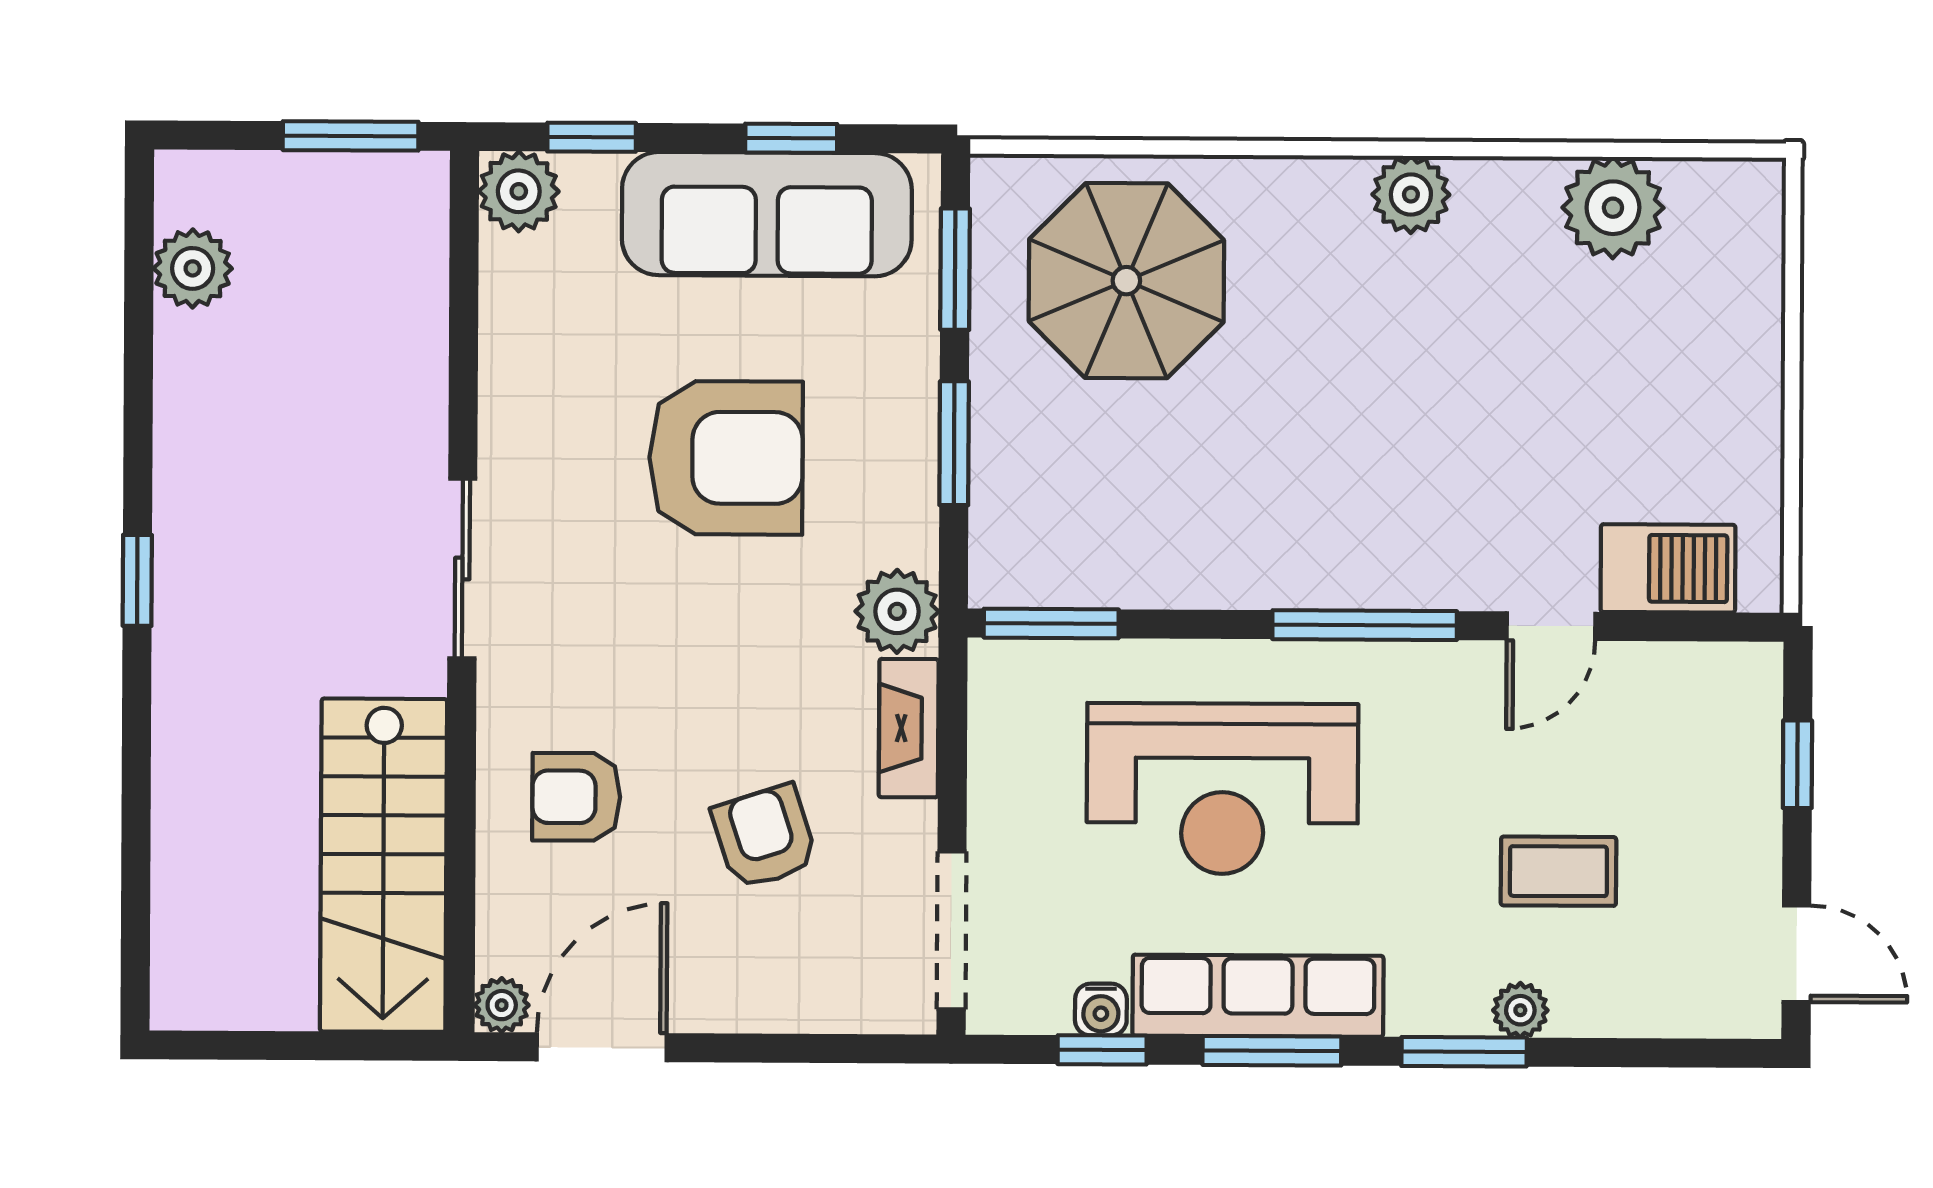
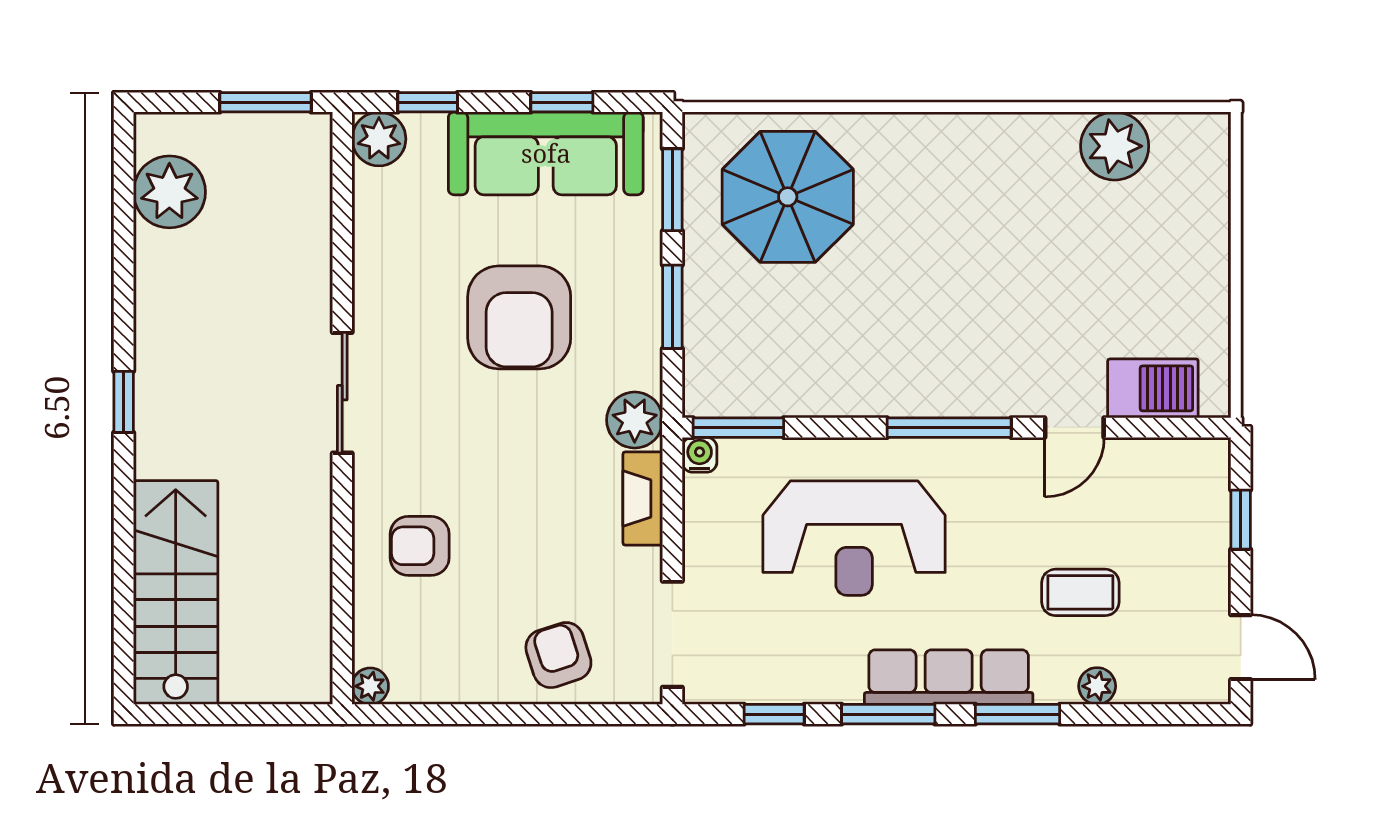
plant: (1411, 195) -> (979, 138), removed
plant: (193, 268) -> (169, 192), width x1.36, depth x1.36
armchair: (726, 458) -> (519, 317), turned 90
armchair: (765, 837) -> (558, 655), moved
stairs: (384, 865) -> (176, 593), moved, turned 180
row of seats: (1258, 996) -> (949, 677), moved
water cooler: (1101, 1010) -> (700, 455), moved, turned 180
plant: (1520, 1010) -> (1097, 686), moved
door: (602, 1047) -> (438, 714), removed

